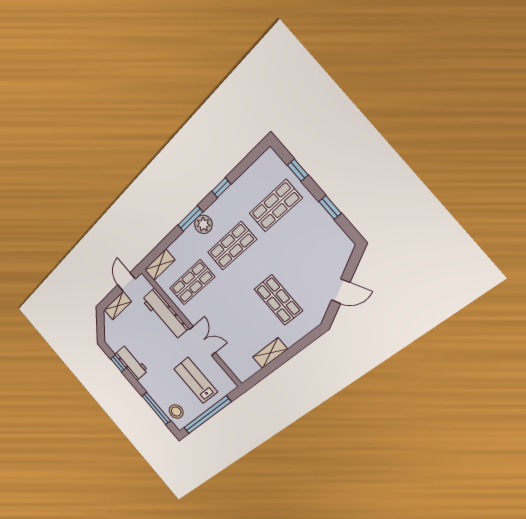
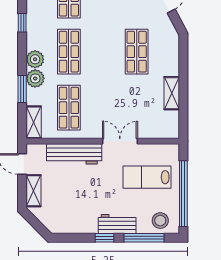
window: (190, 219) -> (22, 89), moved
plant: (190, 238) -> (35, 78), added
shop shelf: (278, 300) -> (137, 52), turned 90
workbench: (131, 362) -> (117, 224), moved
window: (118, 363) -> (105, 238), moved

